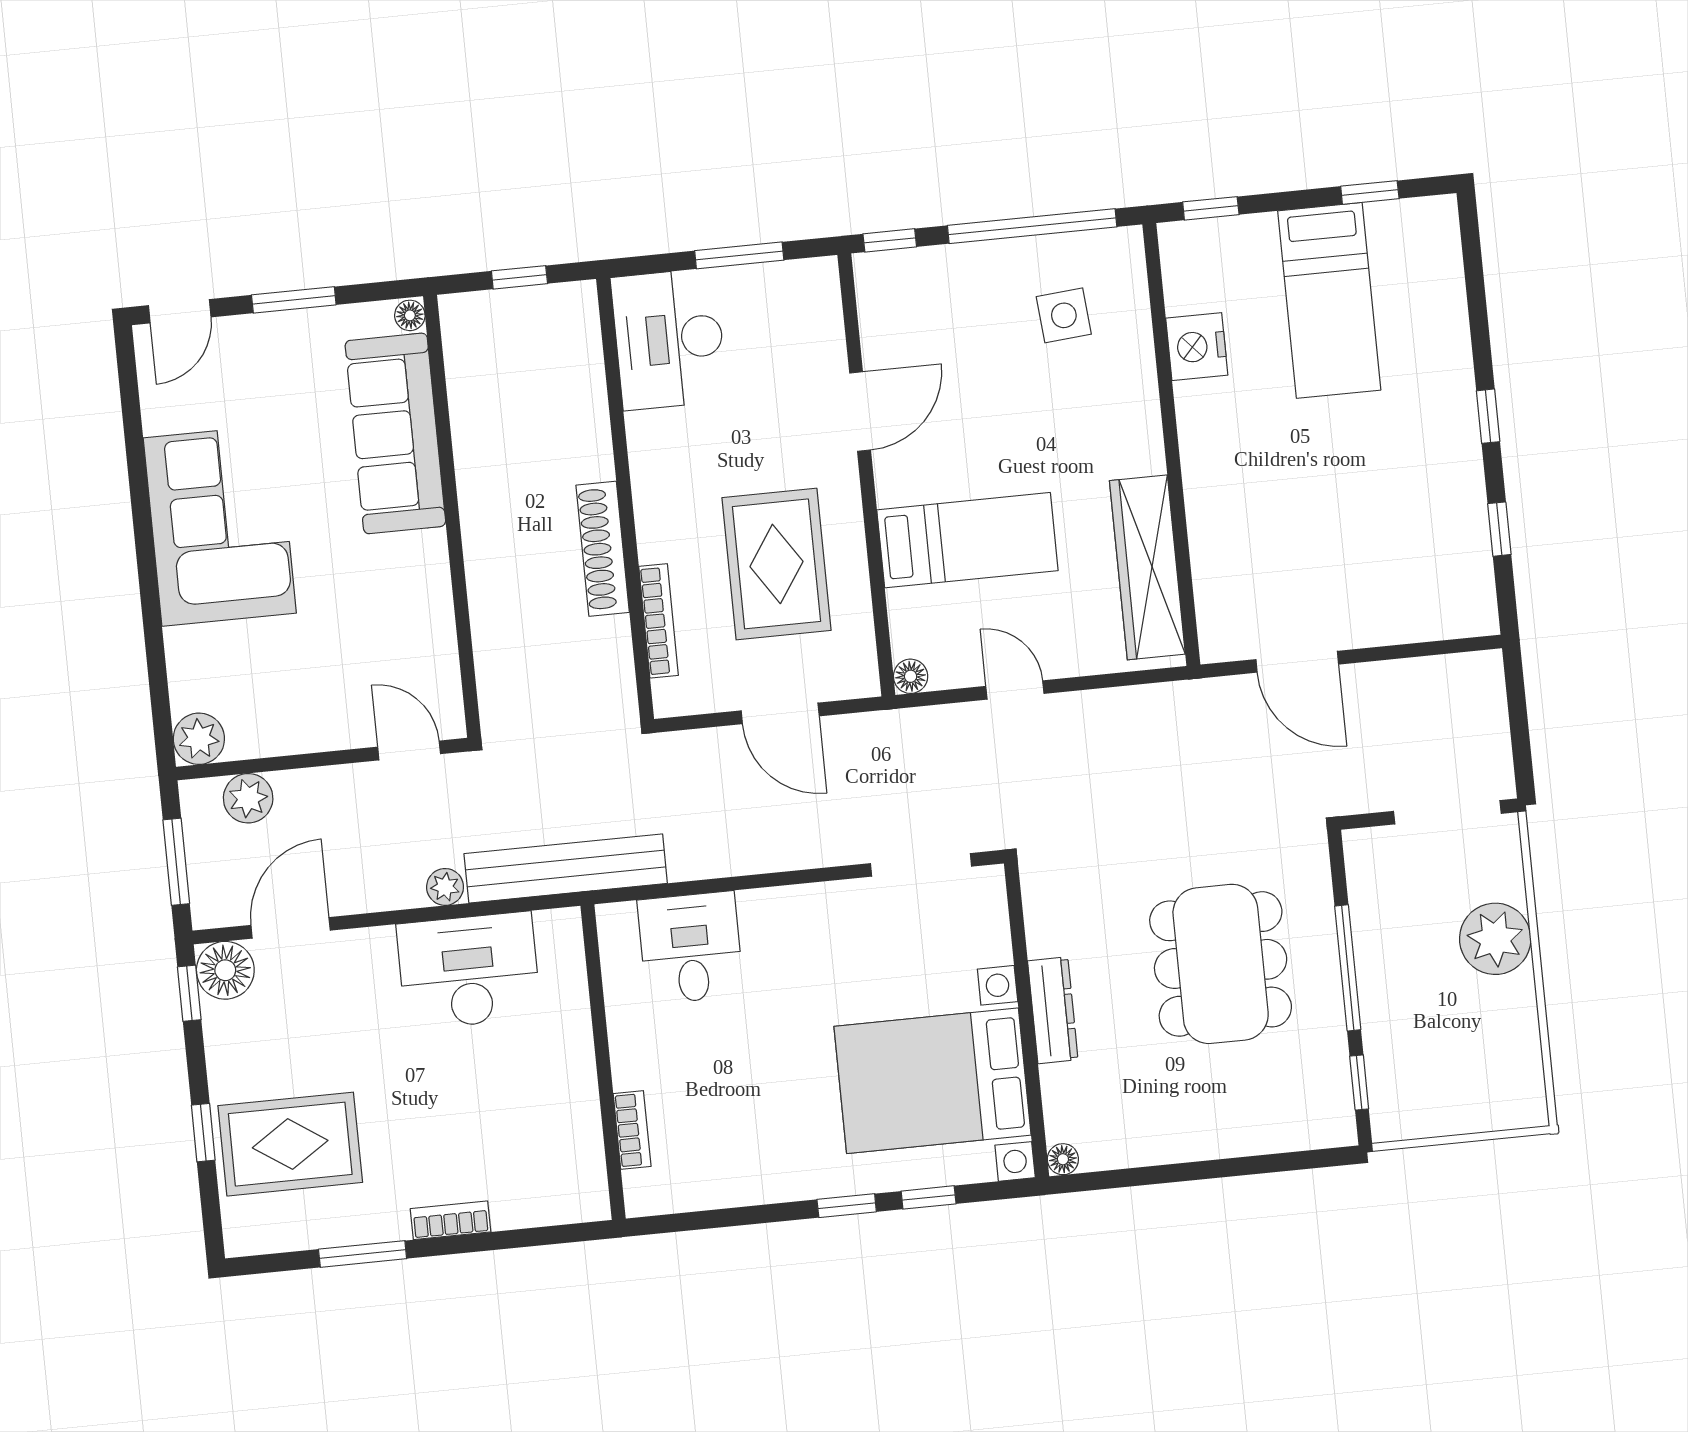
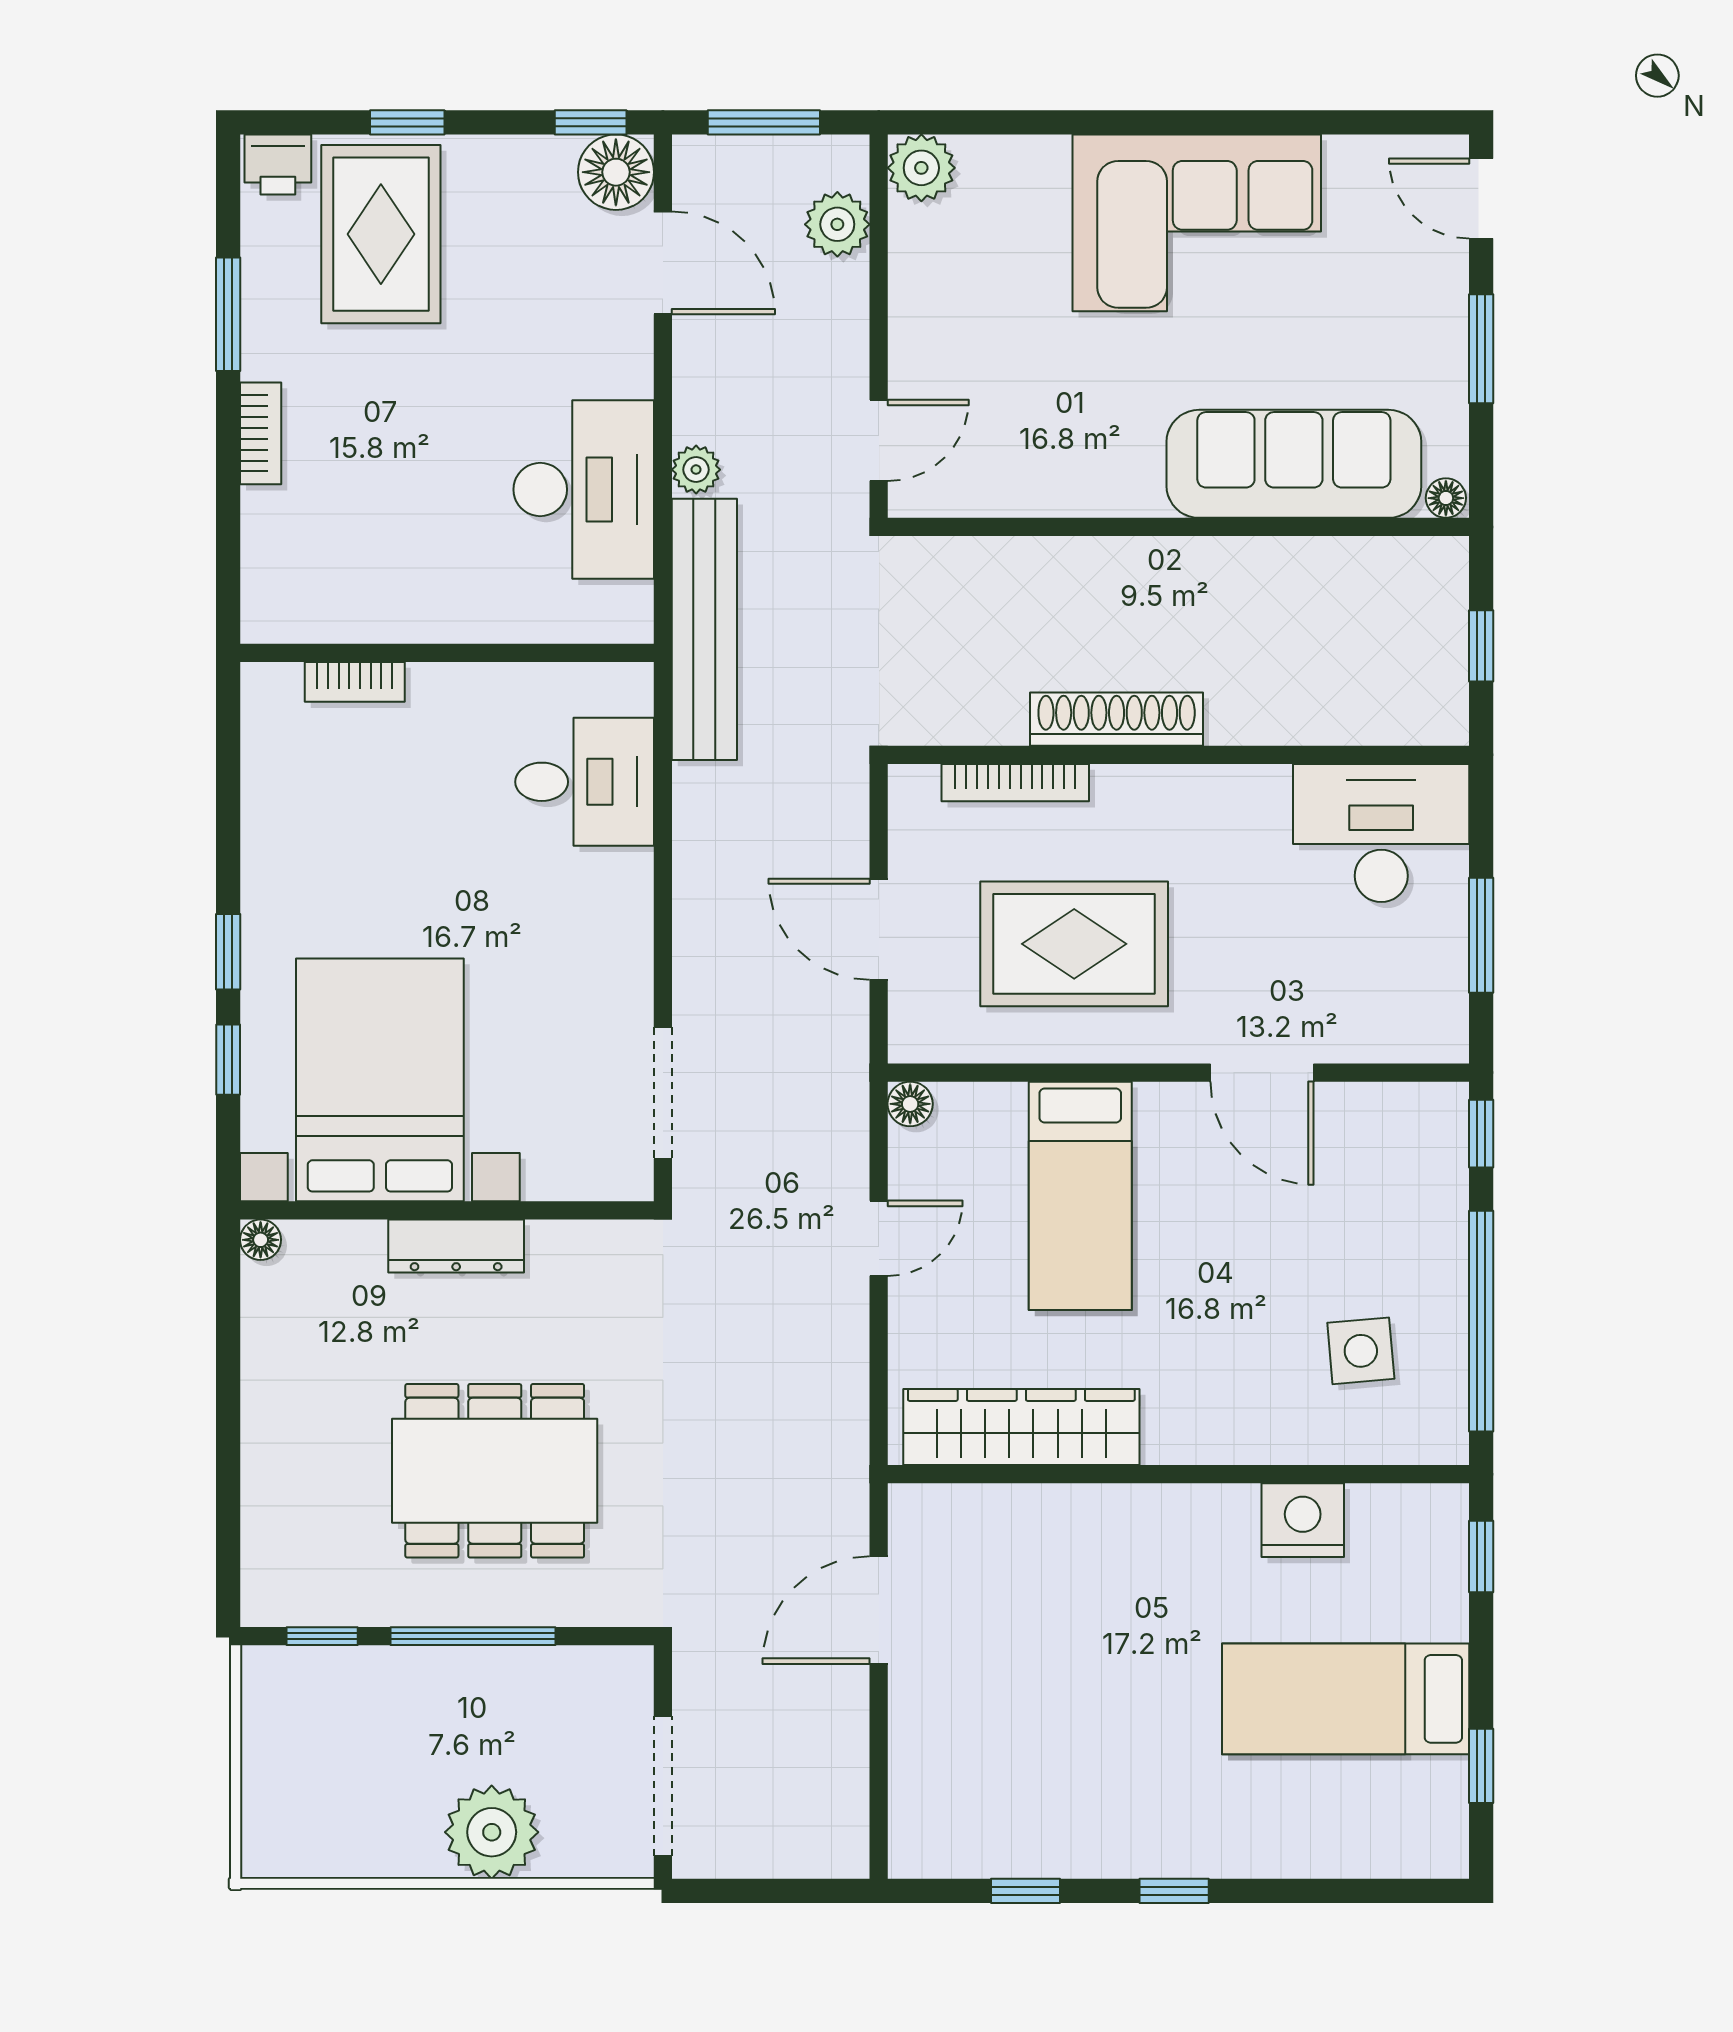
door: (780, 713) -> (879, 929), hinge flipped
printer: (245, 1228) -> (278, 164), added

